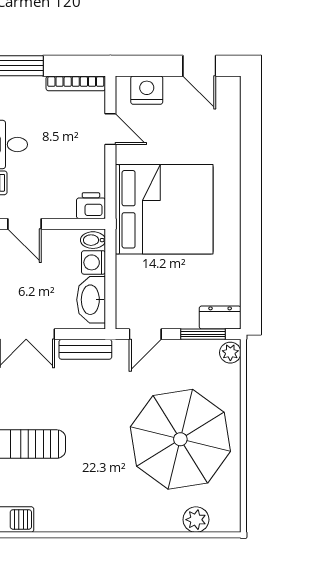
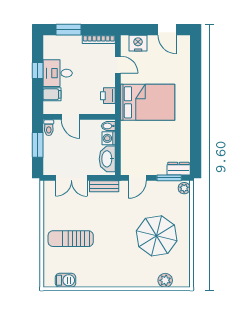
printer: (91, 206) -> (108, 96), moved, turned -90
bed: (164, 209) -> (148, 102), width x0.73
parasol: (180, 439) -> (157, 236), width x0.73, depth x0.73

